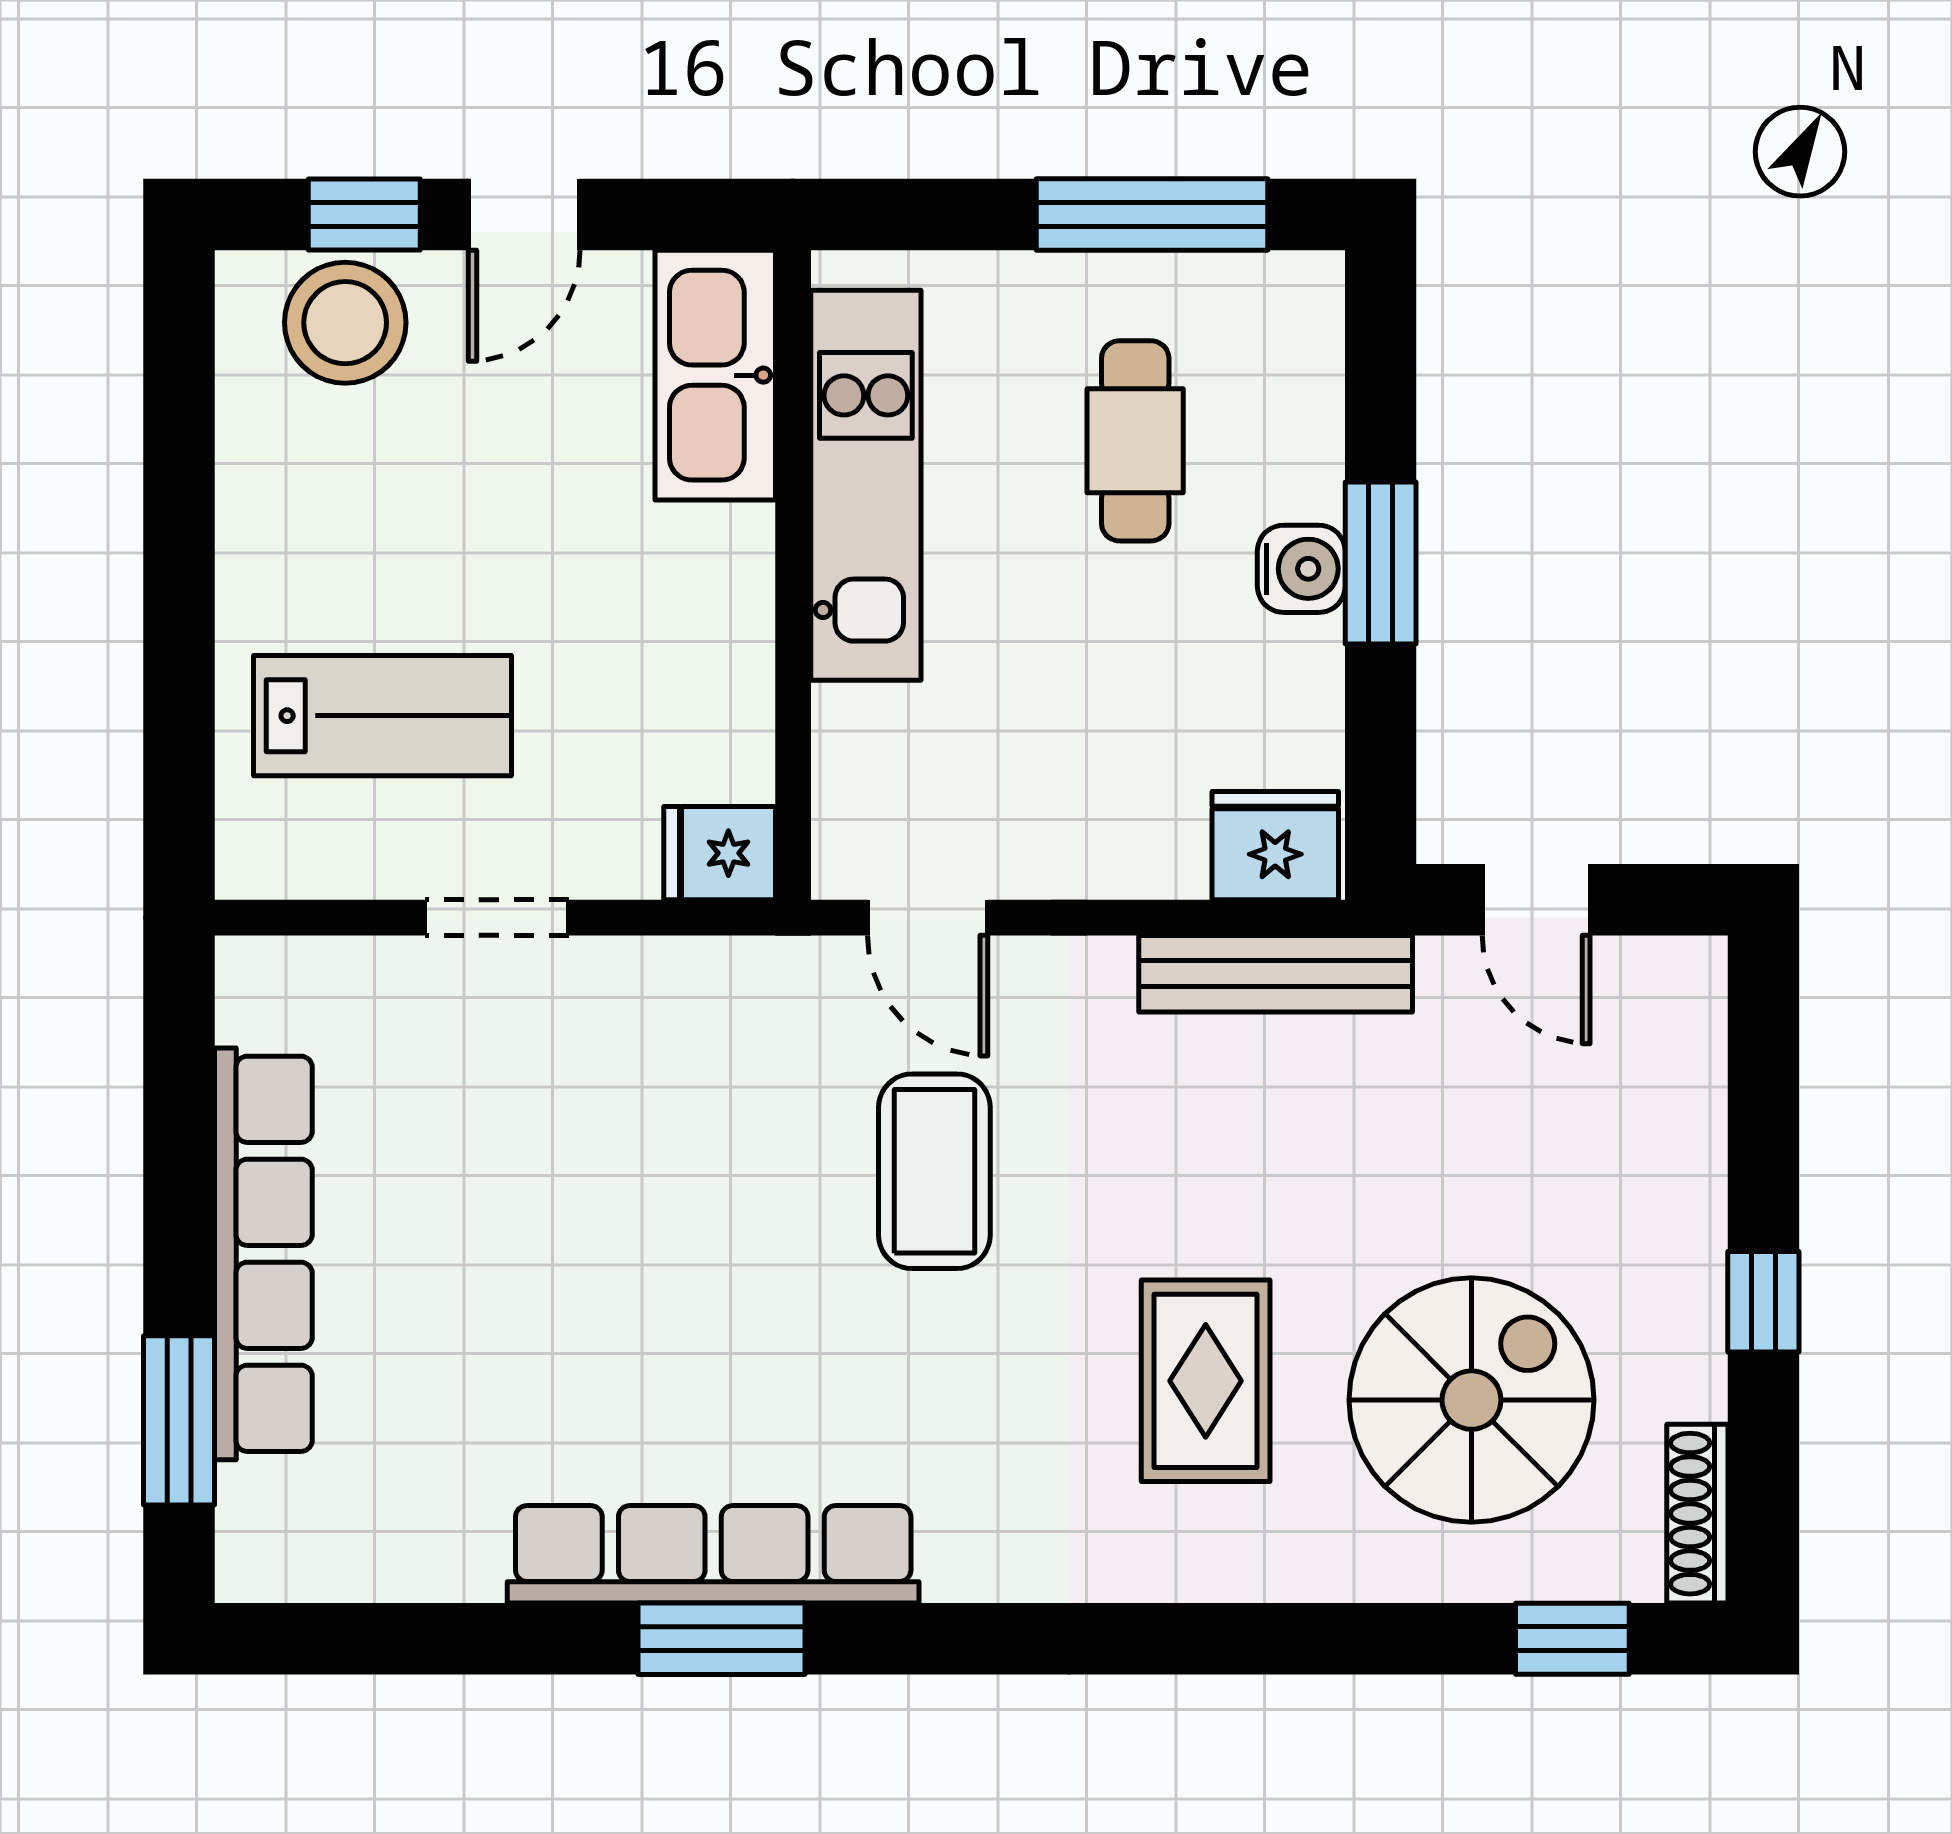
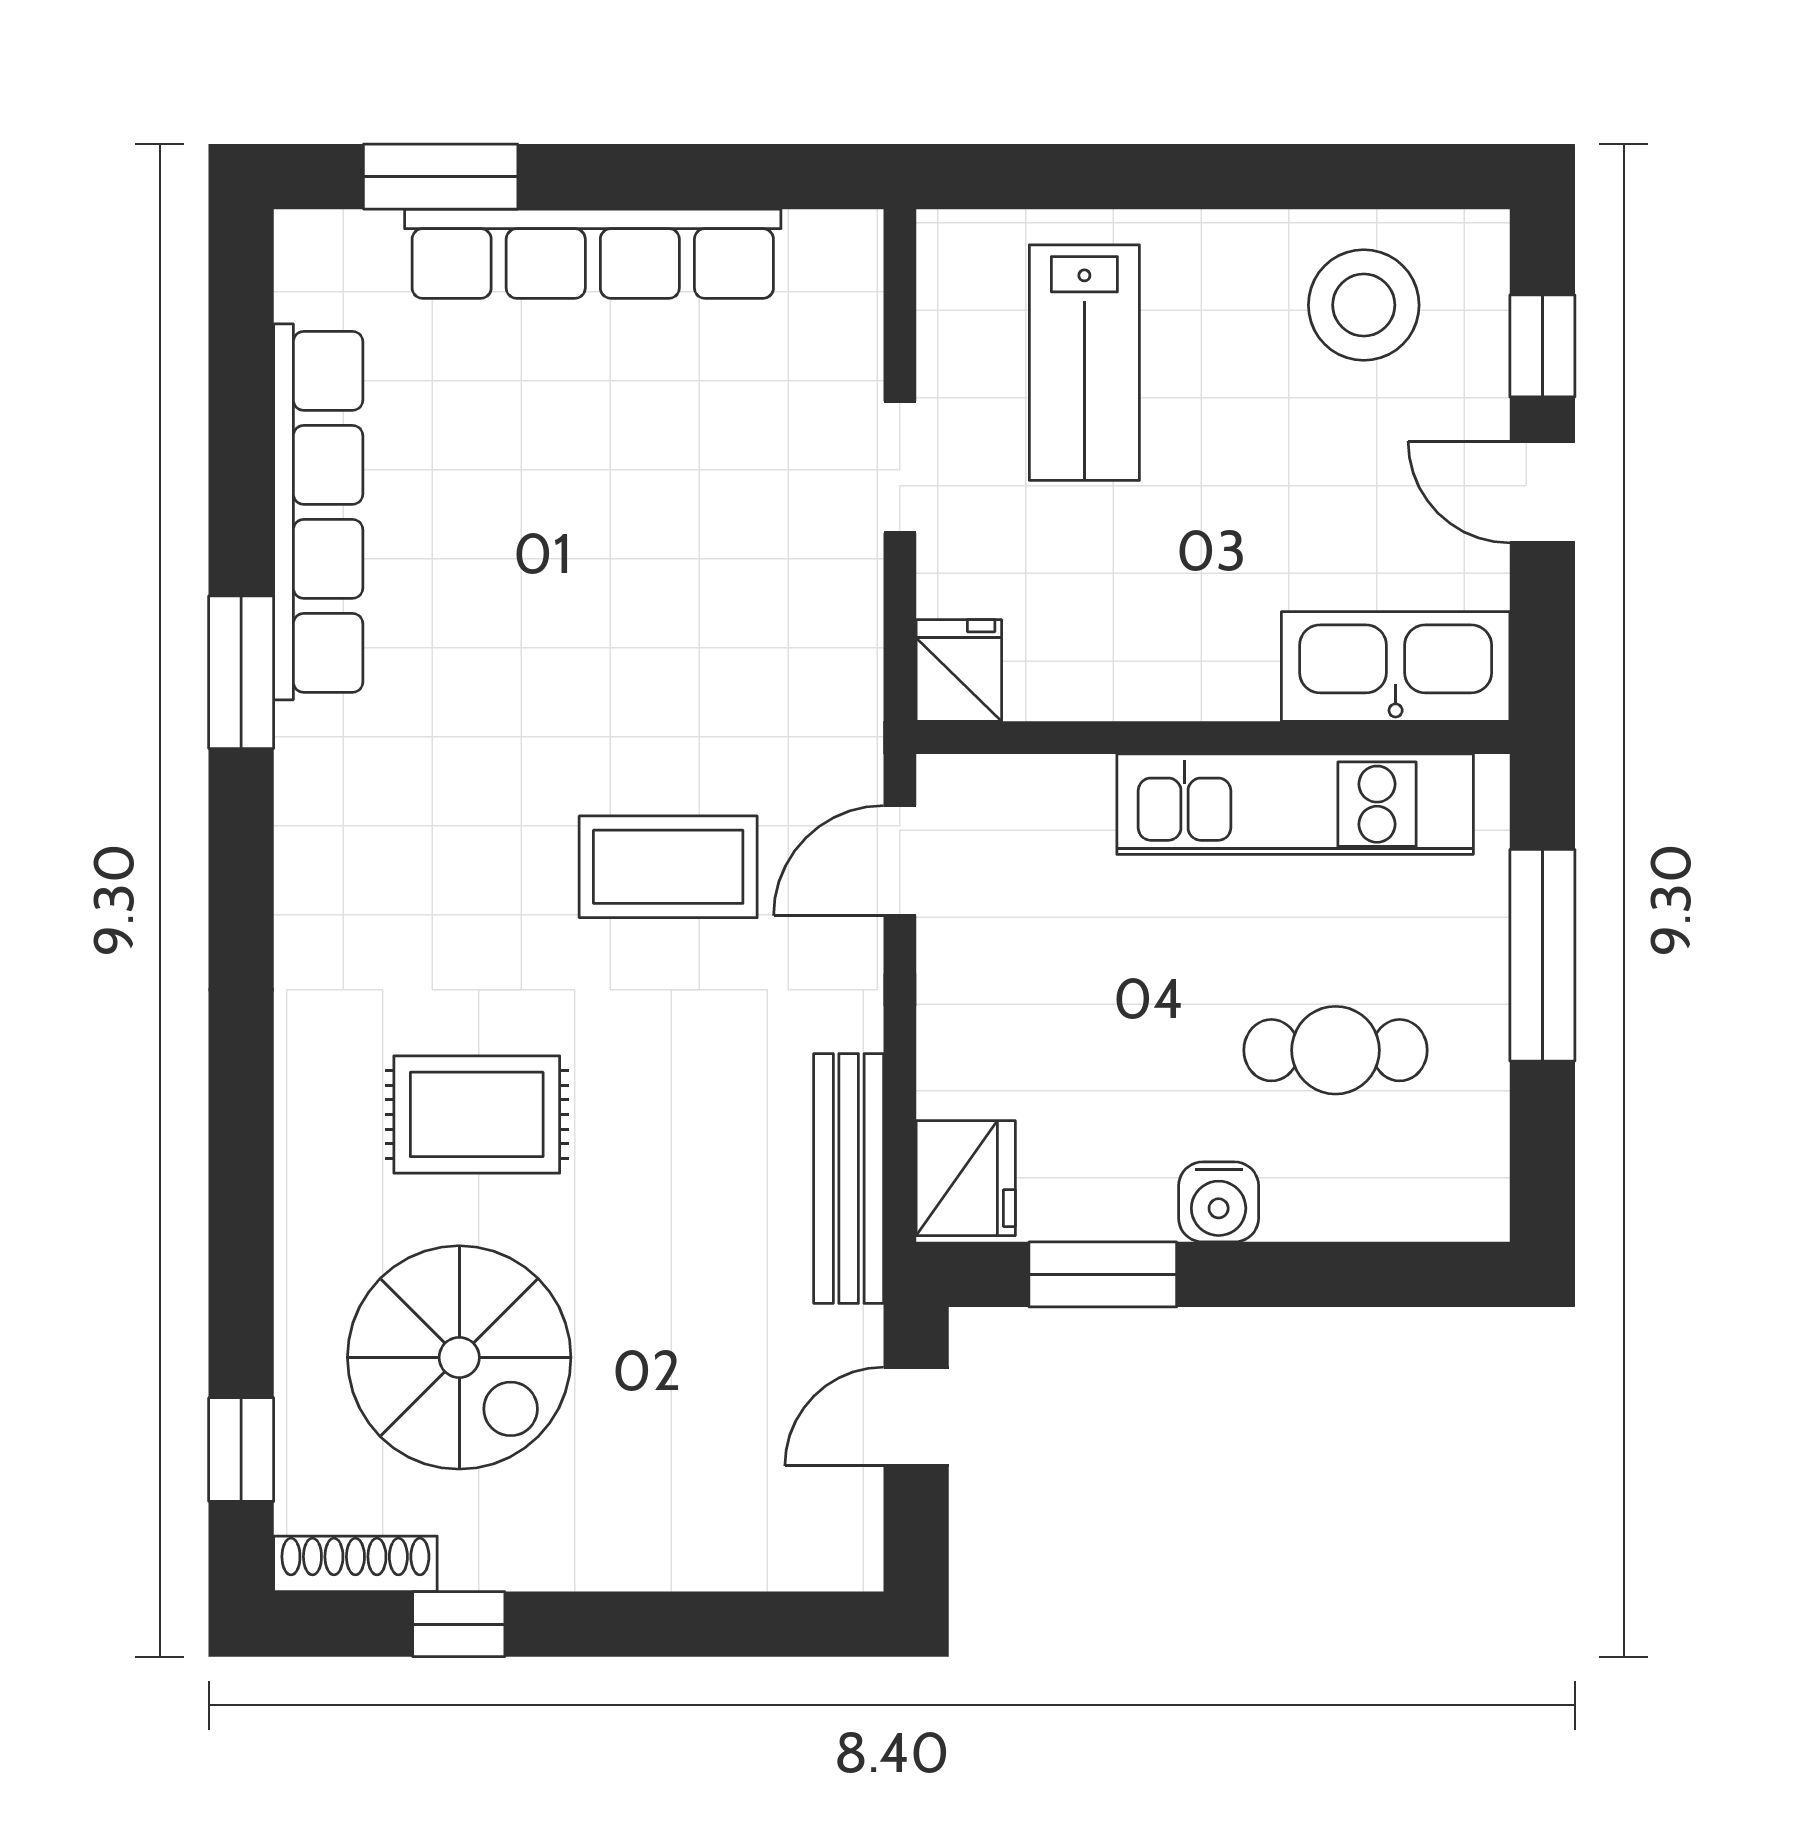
window: (1152, 214) -> (1542, 955), moved
stool: (345, 323) -> (1364, 305), moved
window: (1381, 563) -> (1103, 1274), moved
window: (1763, 1302) -> (459, 1624), moved
row of seats: (713, 1554) -> (318, 512), moved

